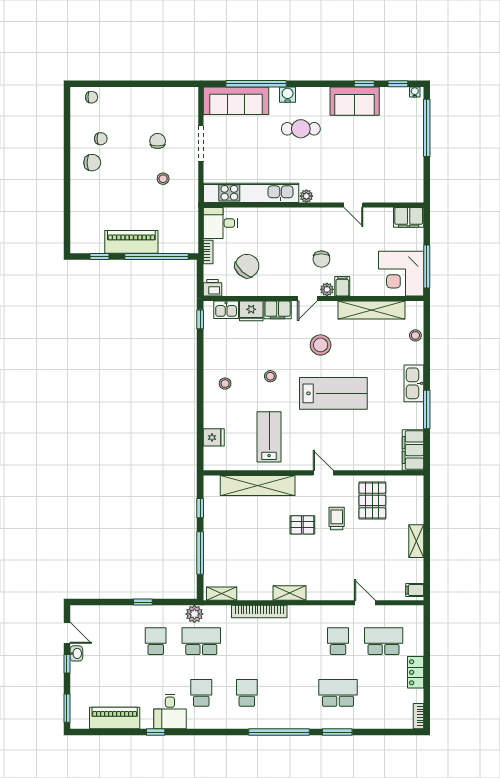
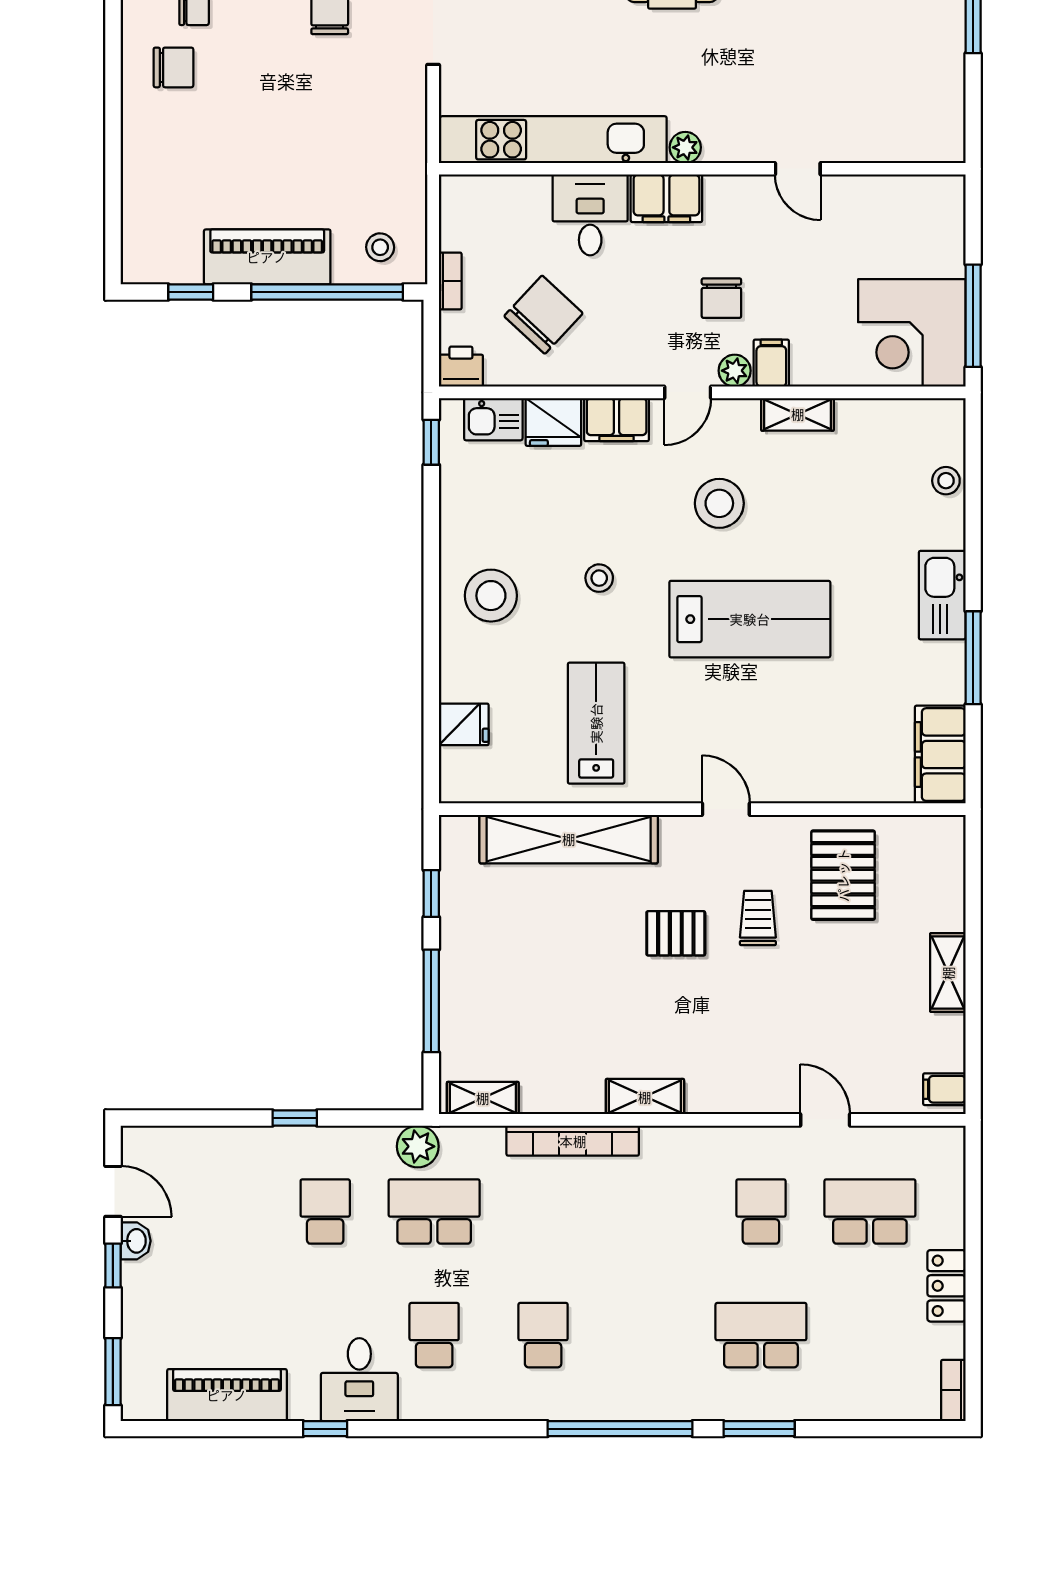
stool: (163, 179) -> (380, 247), moved
filing cabinet: (409, 217) -> (666, 198), moved
desk: (220, 223) -> (590, 215), moved, turned 90
shelving: (372, 310) -> (798, 414), width x0.45, depth x0.75
stool: (225, 384) -> (491, 596), width x1.89, depth x1.89

